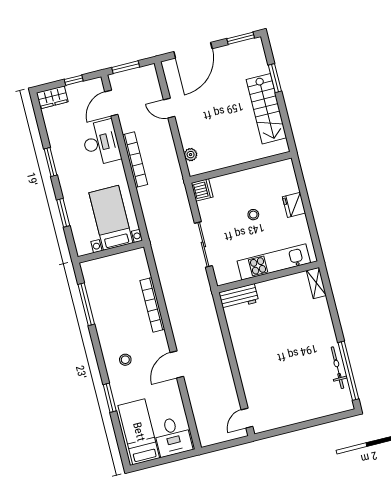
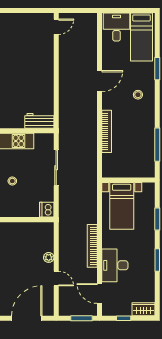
door: (111, 103) -> (99, 294), swing flipped
plant: (191, 155) -> (49, 257), moved

